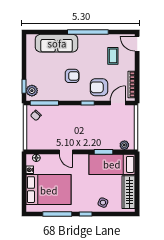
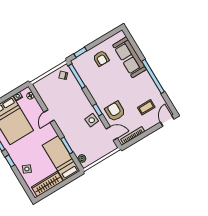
armchair: (72, 76) -> (101, 58), moved
plant: (32, 91) -> (81, 60), removed
side table: (94, 114) -> (92, 120), added

